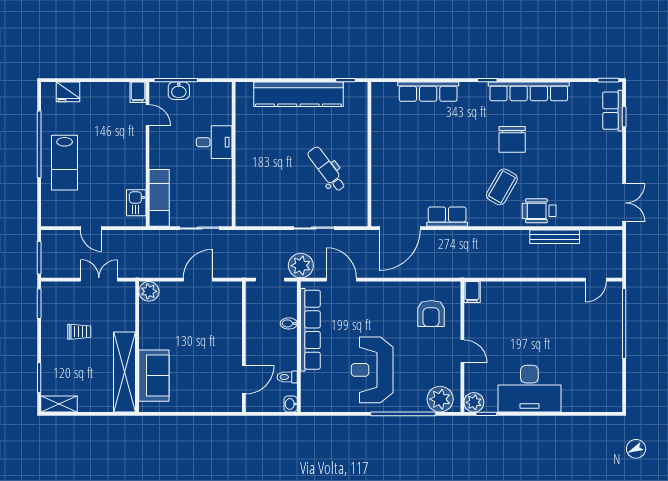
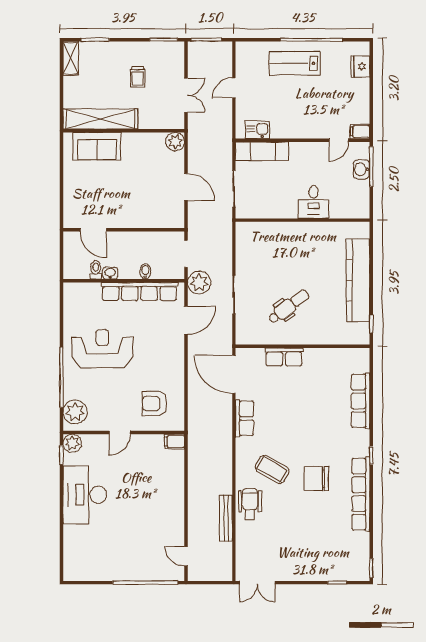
row of seats: (613, 111) -> (284, 357), moved, turned 180
washbasin: (291, 404) -> (110, 273), moved

